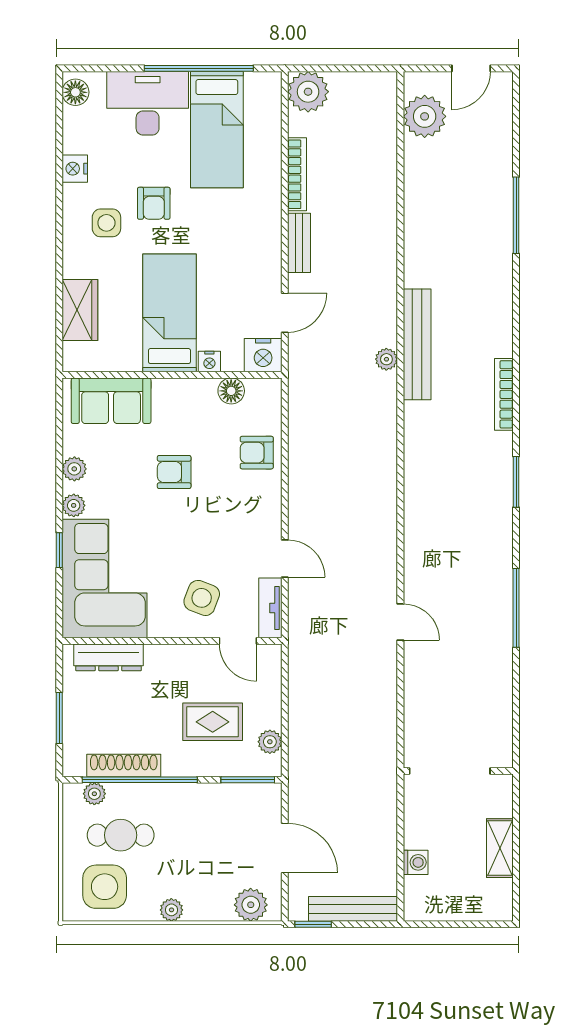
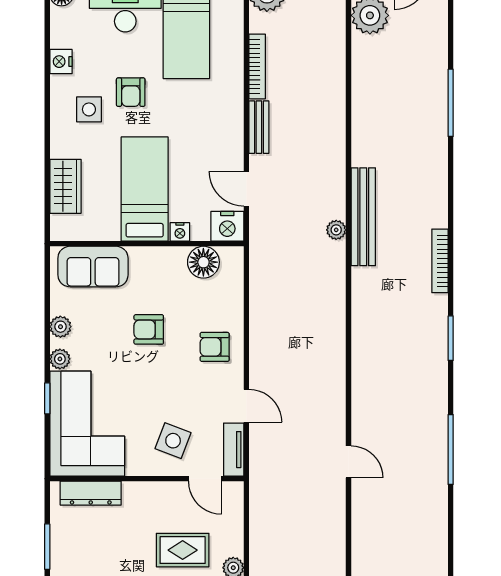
door: (285, 313) -> (246, 189), swing flipped
floor lamp: (231, 391) -> (203, 262), width x1.38, depth x1.38
armchair: (257, 453) -> (215, 347), moved

